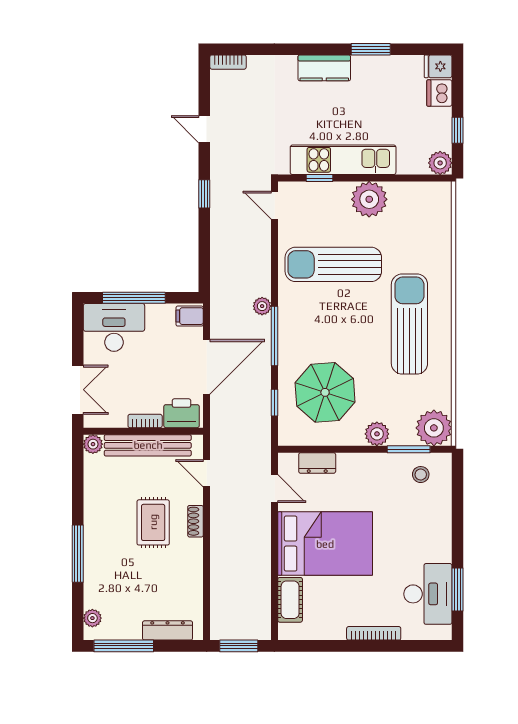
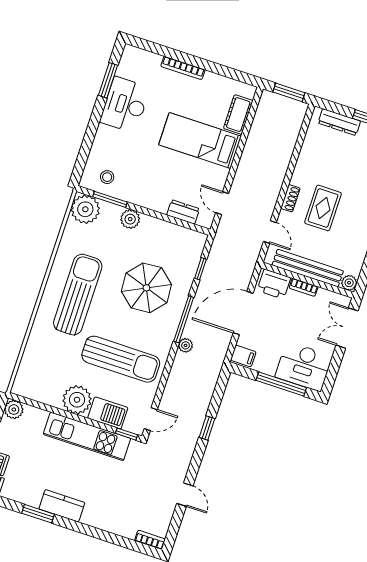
kitchen counter: (324, 68) -> (62, 506), moved
window: (319, 178) -> (126, 434), moved
window: (204, 194) -> (207, 428), moved
barbecue: (328, 196) -> (108, 413), added
door: (274, 205) -> (151, 419), hinge flipped
sun lounger: (409, 324) -> (78, 295), turned 180
parasol: (325, 392) -> (146, 288), moved
bed: (325, 544) -> (200, 140), width x0.67
desk: (428, 594) -> (125, 105), moved

